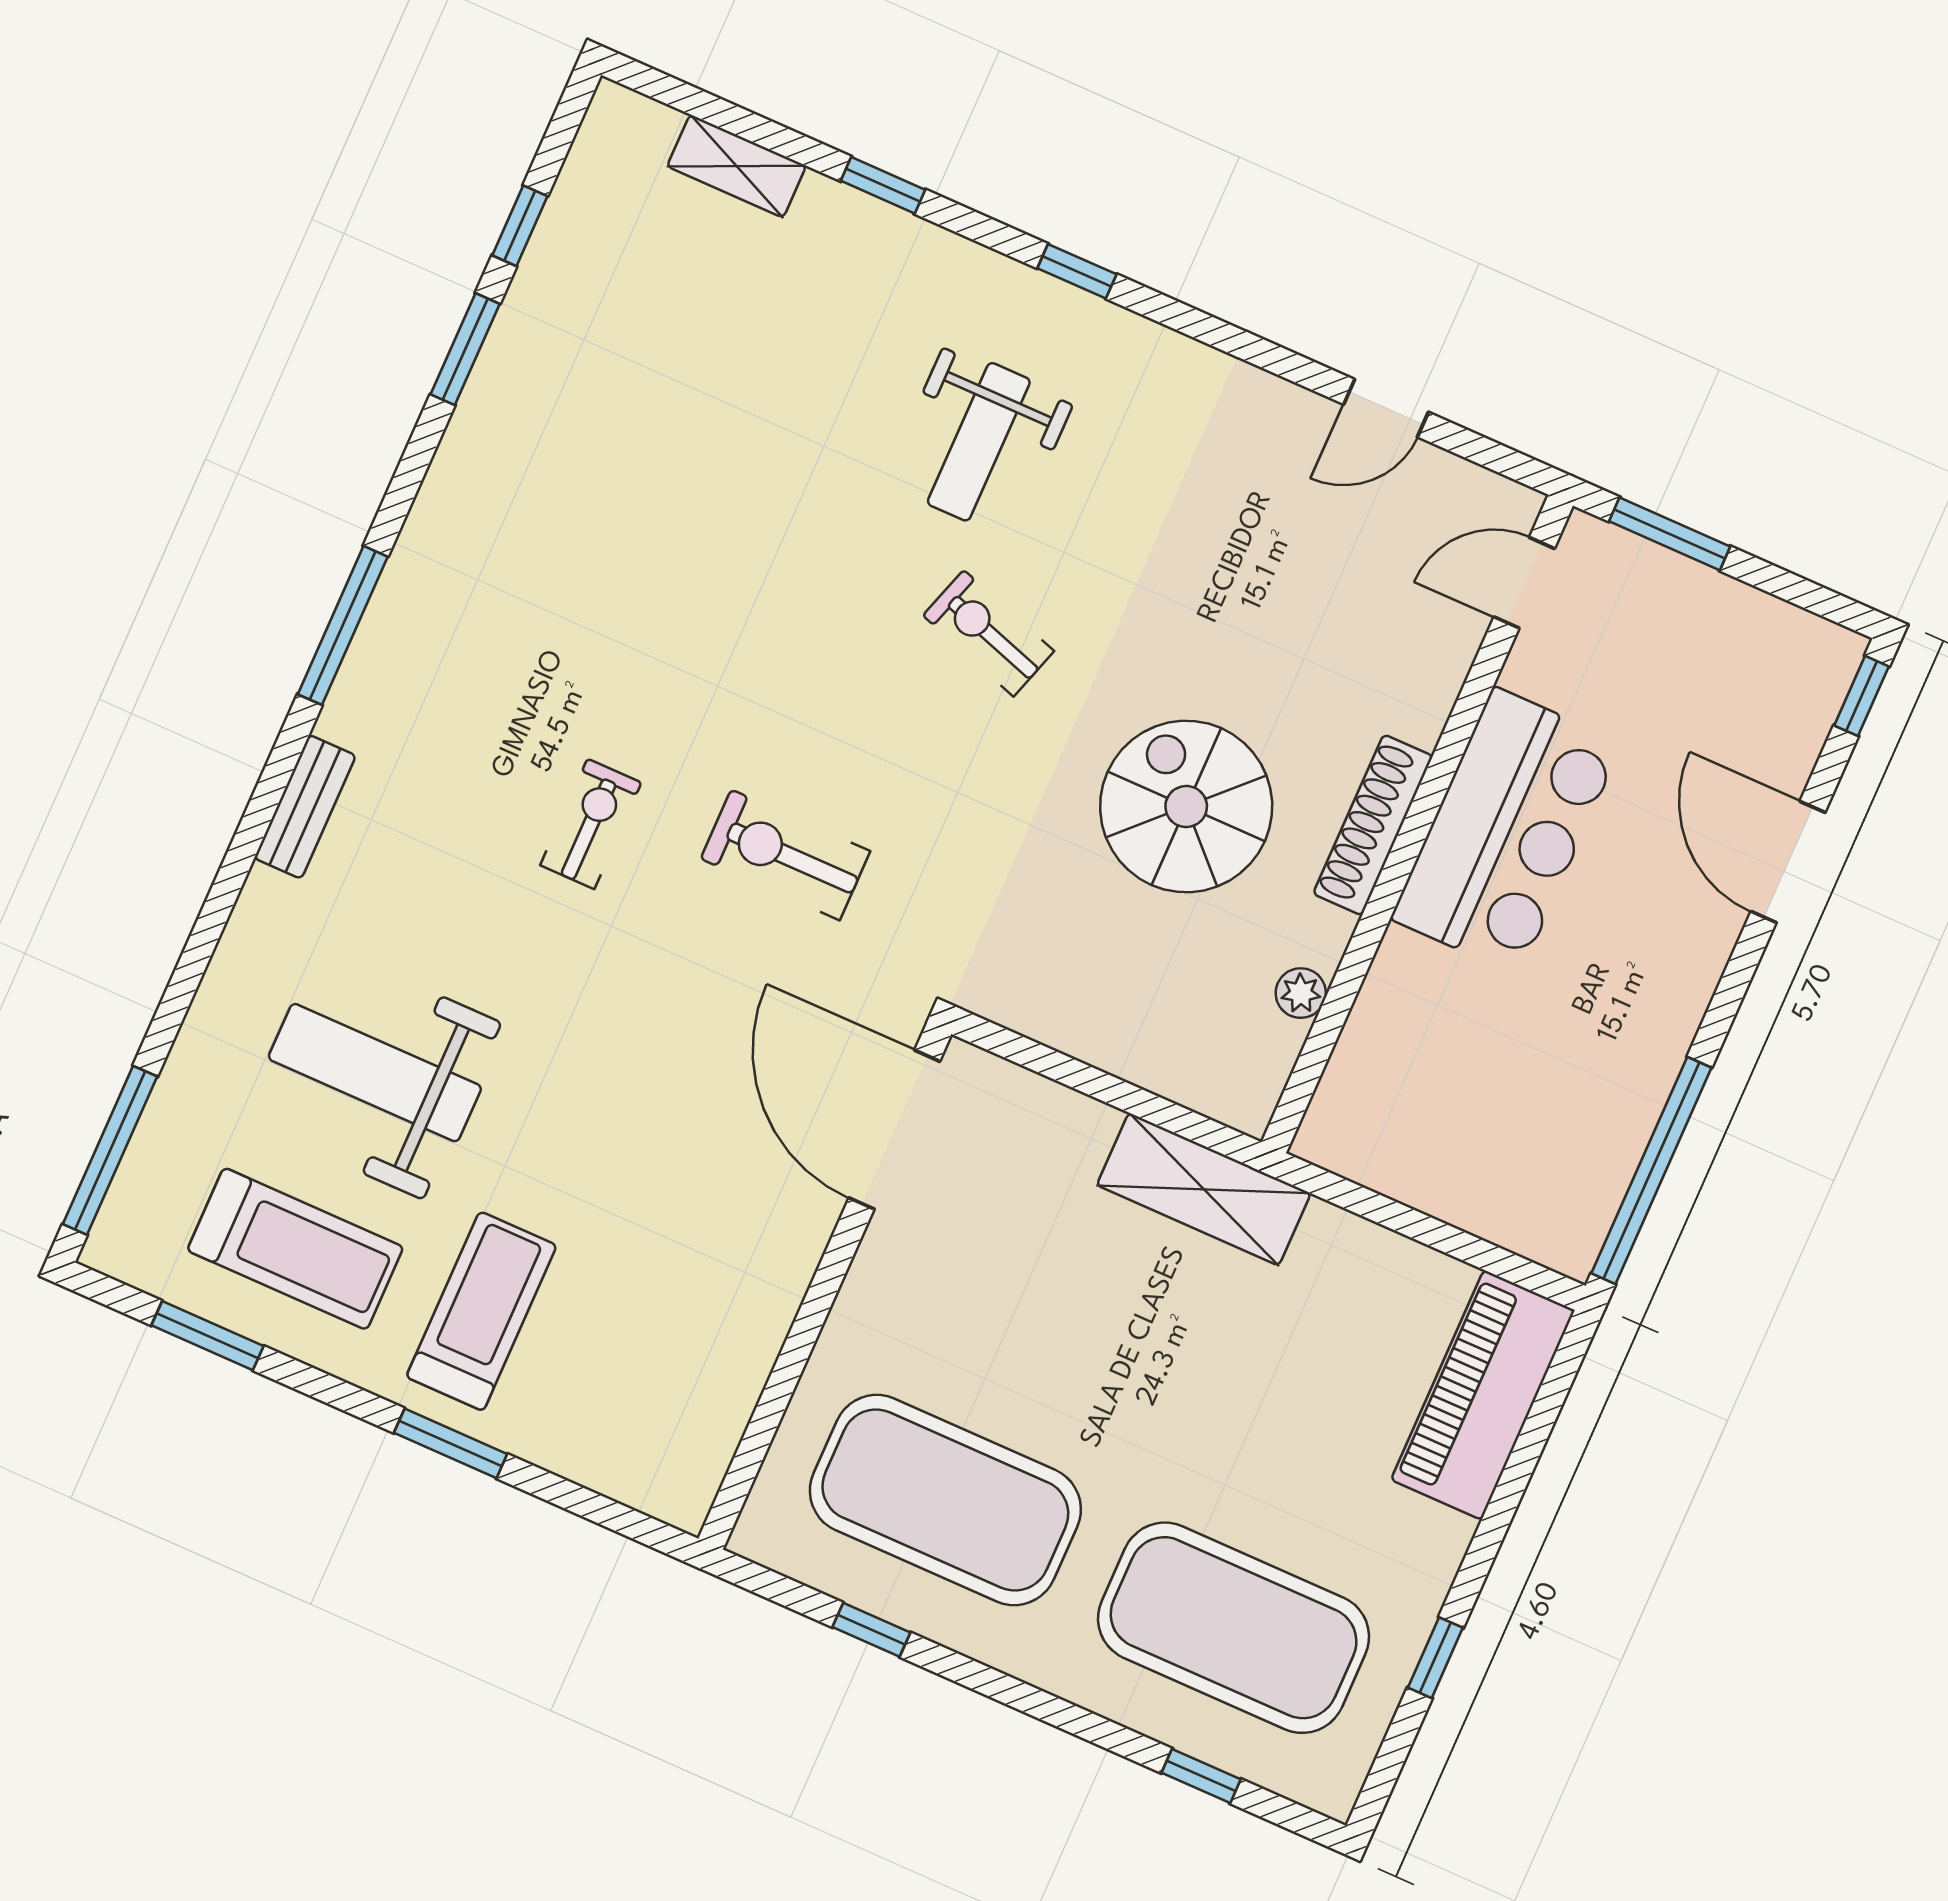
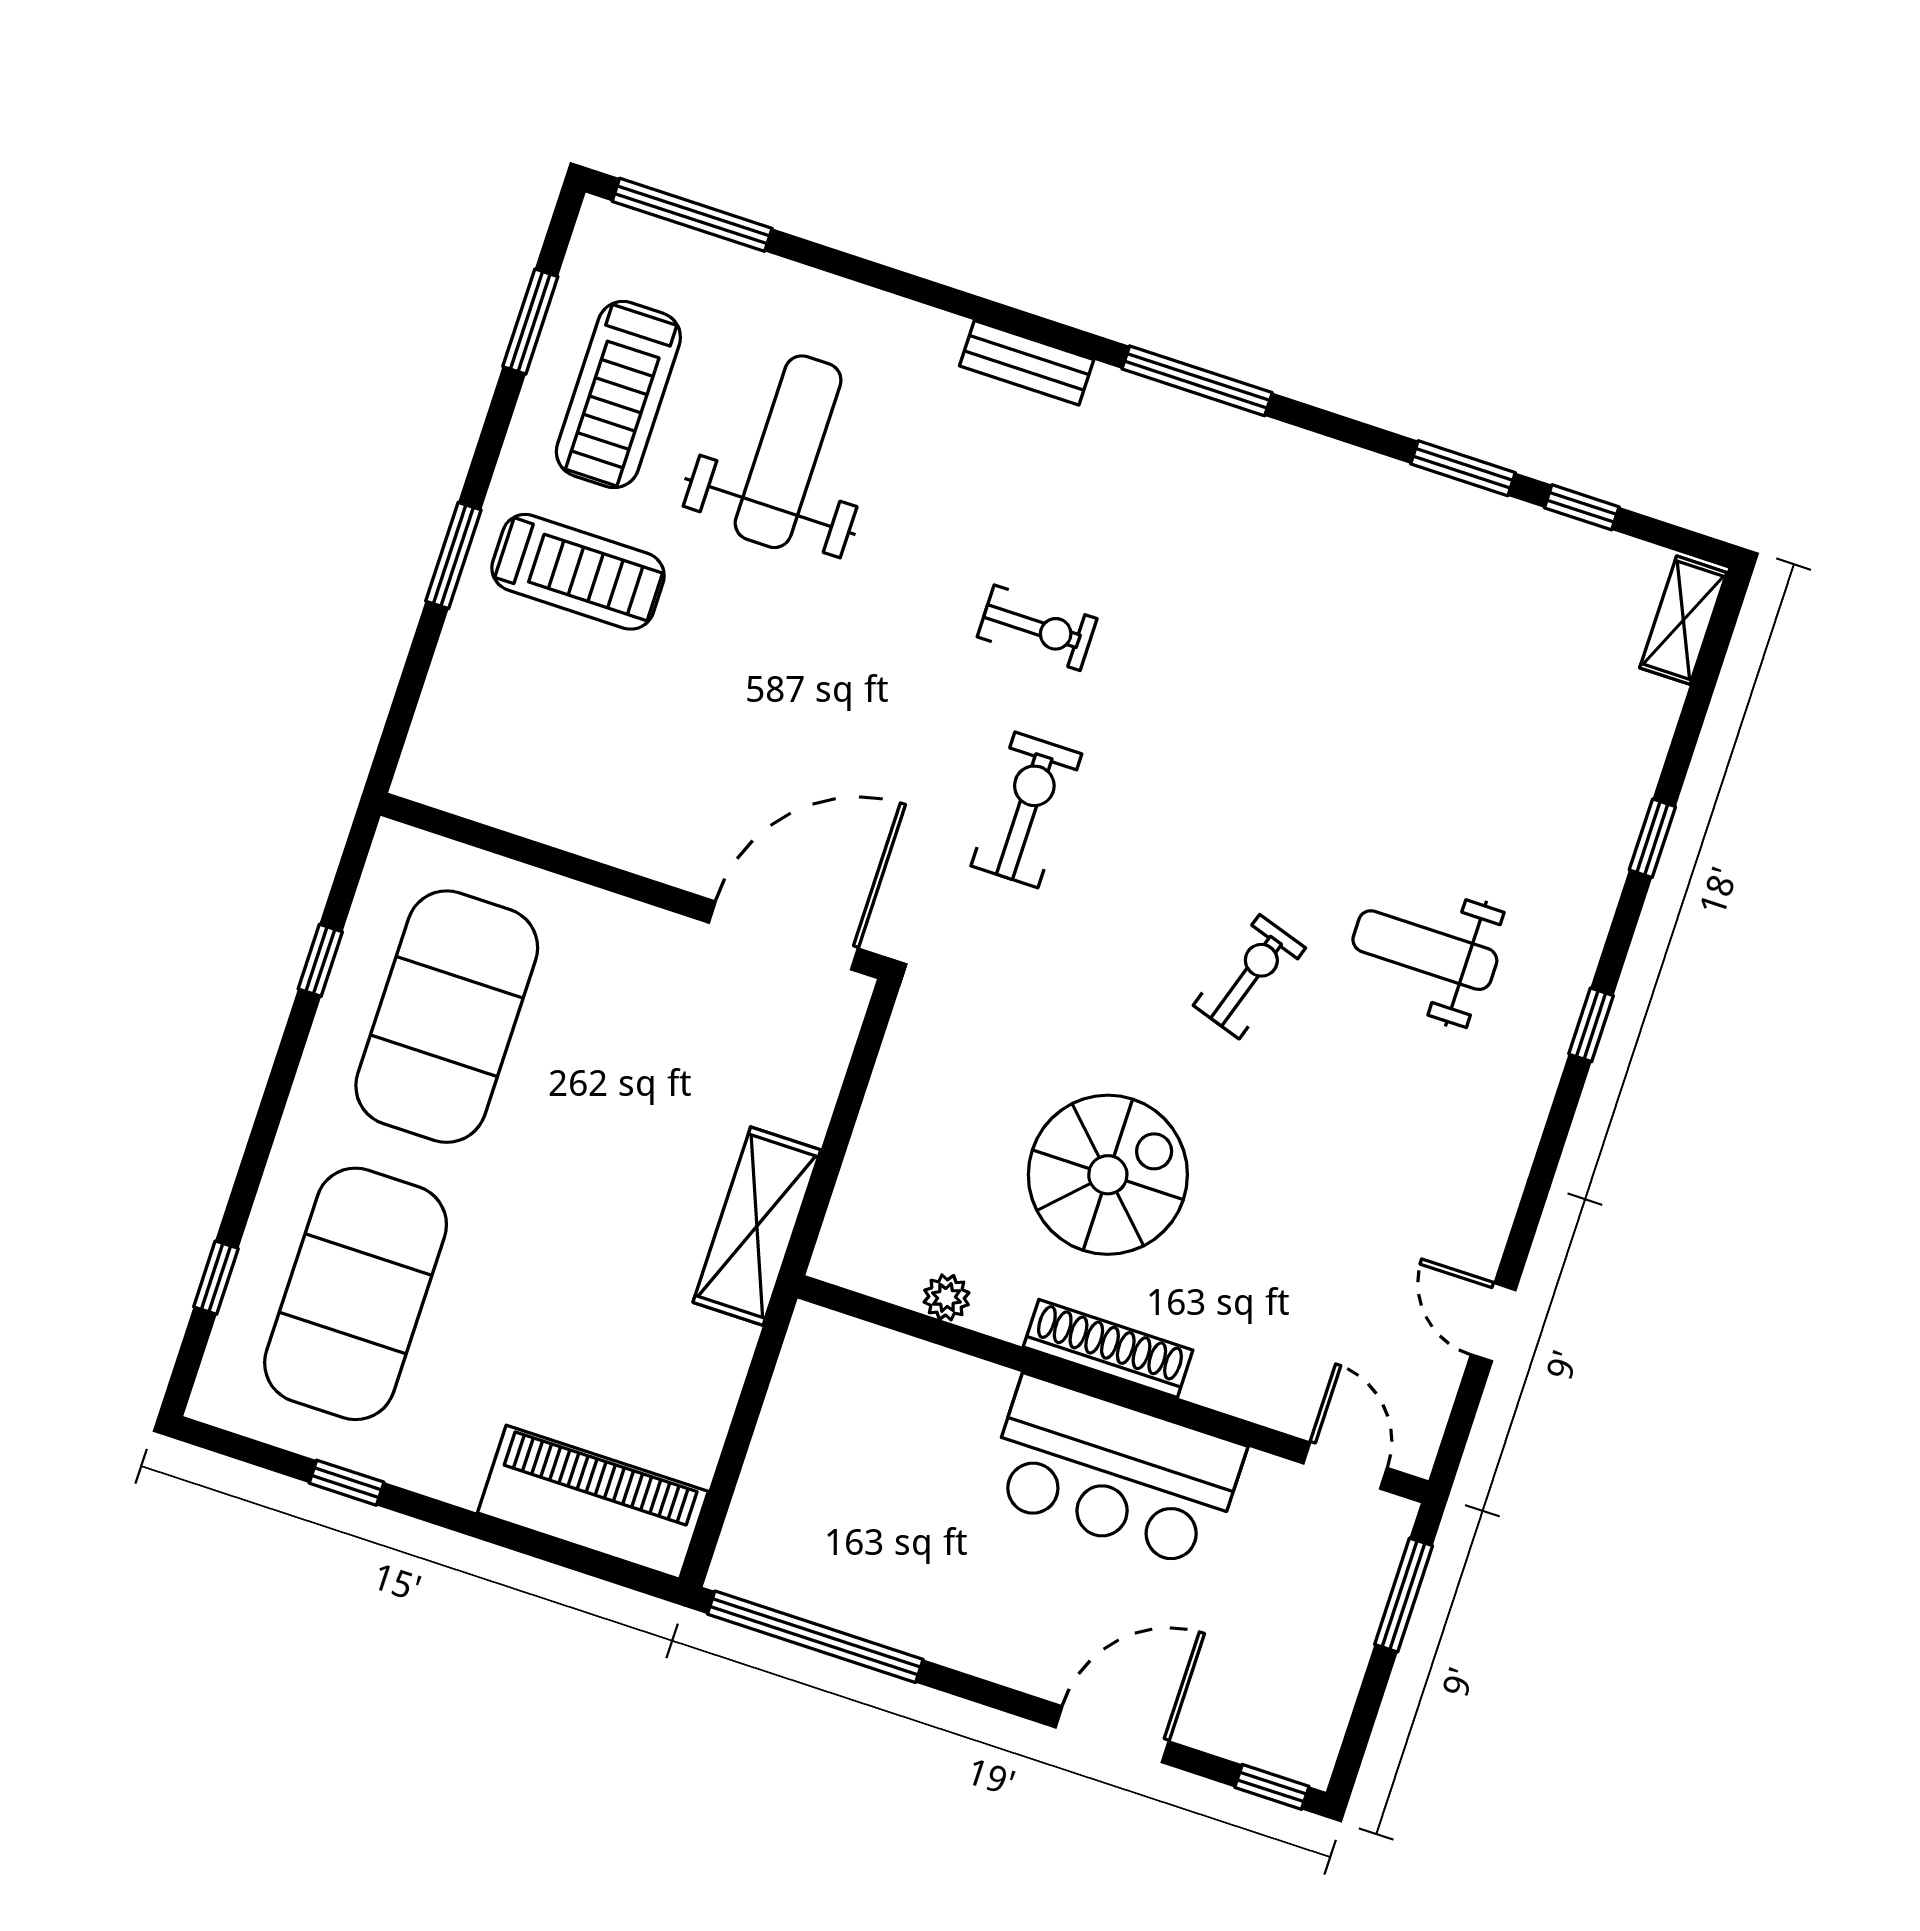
shelving: (737, 166) -> (1683, 620), moved

